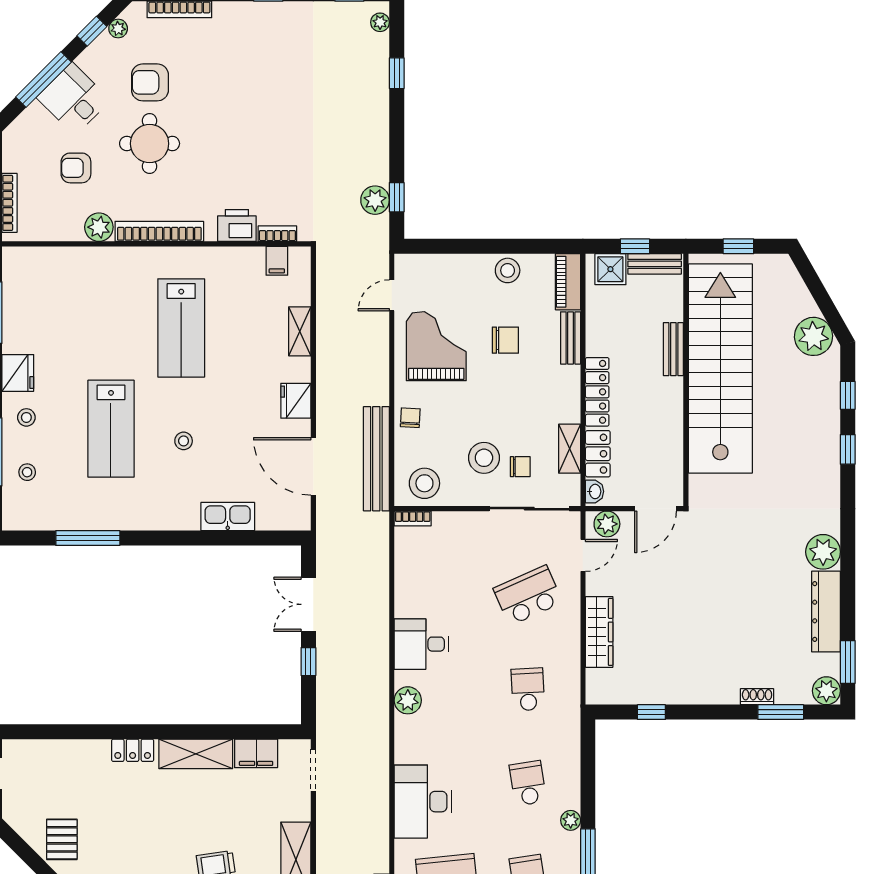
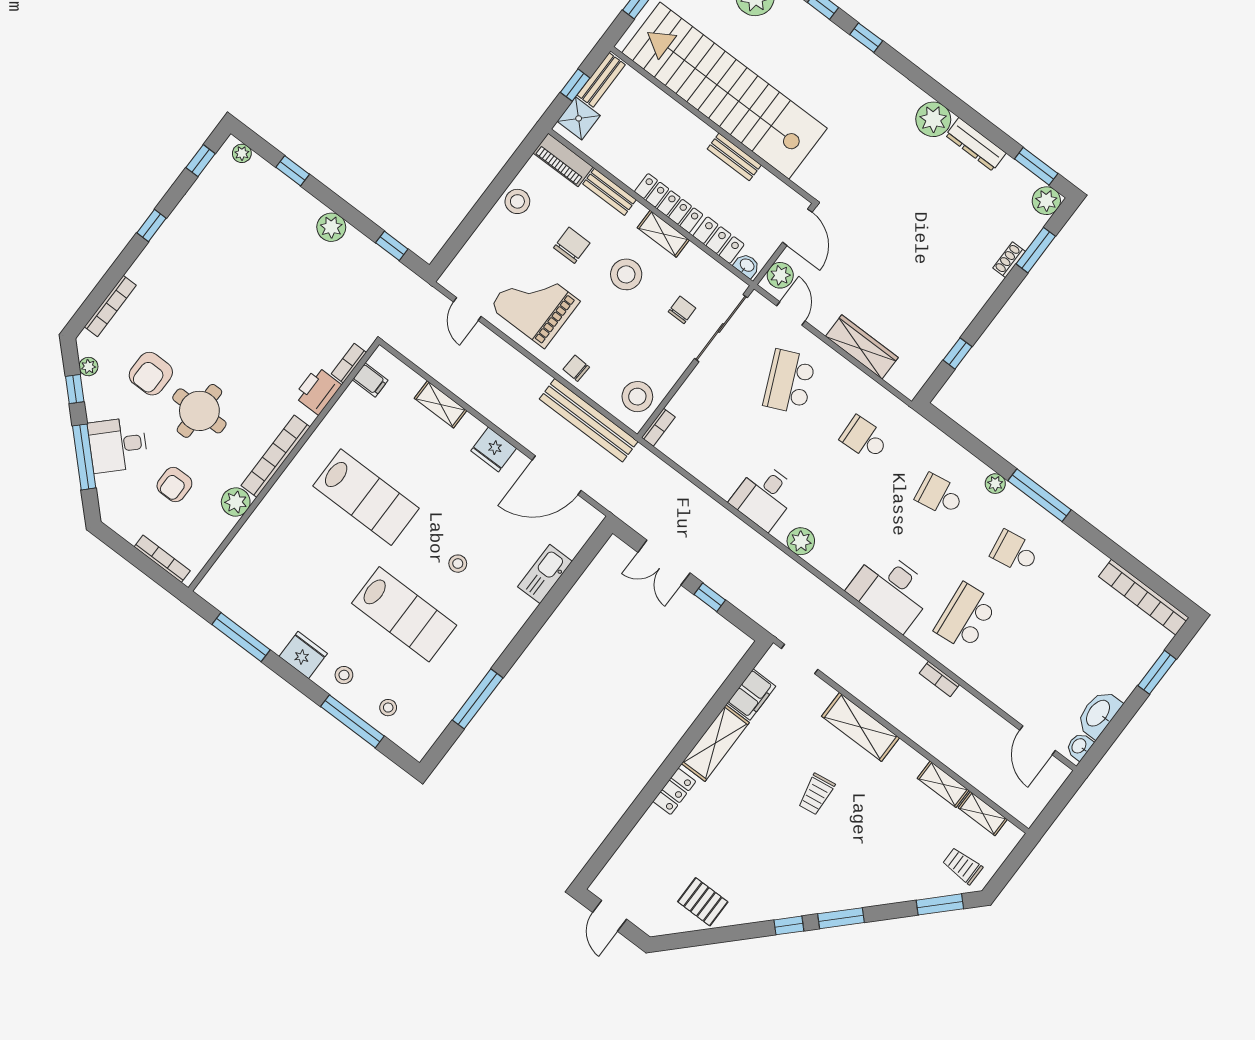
plant: (375, 200) -> (331, 227), moved
bench: (673, 349) -> (734, 157), moved
shelving: (570, 449) -> (663, 234), moved
stool: (484, 458) -> (626, 274), moved
dresser: (826, 611) -> (976, 144), width x0.73, depth x0.80

